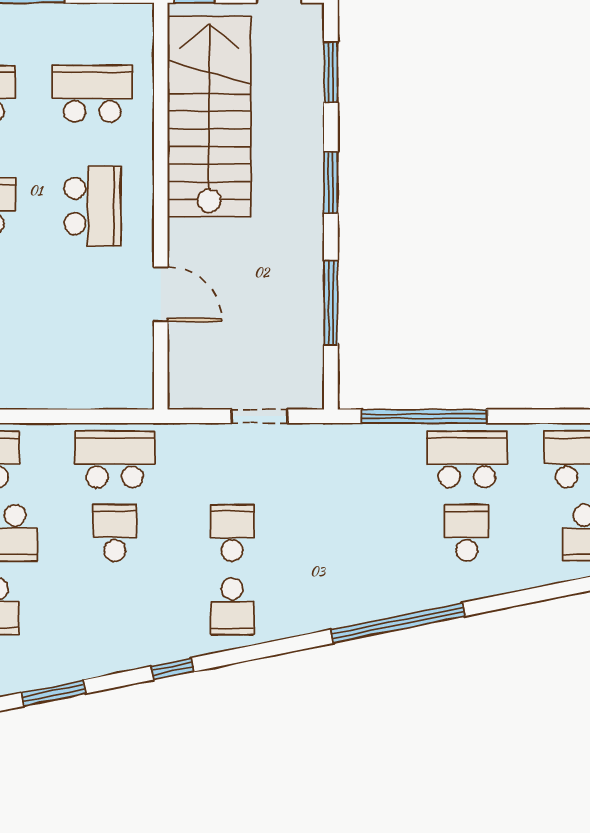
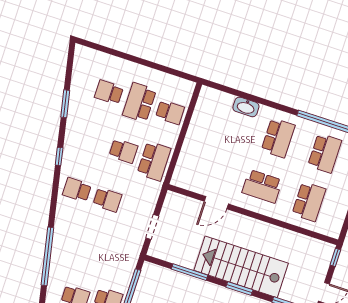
stairs: (209, 116) -> (241, 267), moved, turned 180

